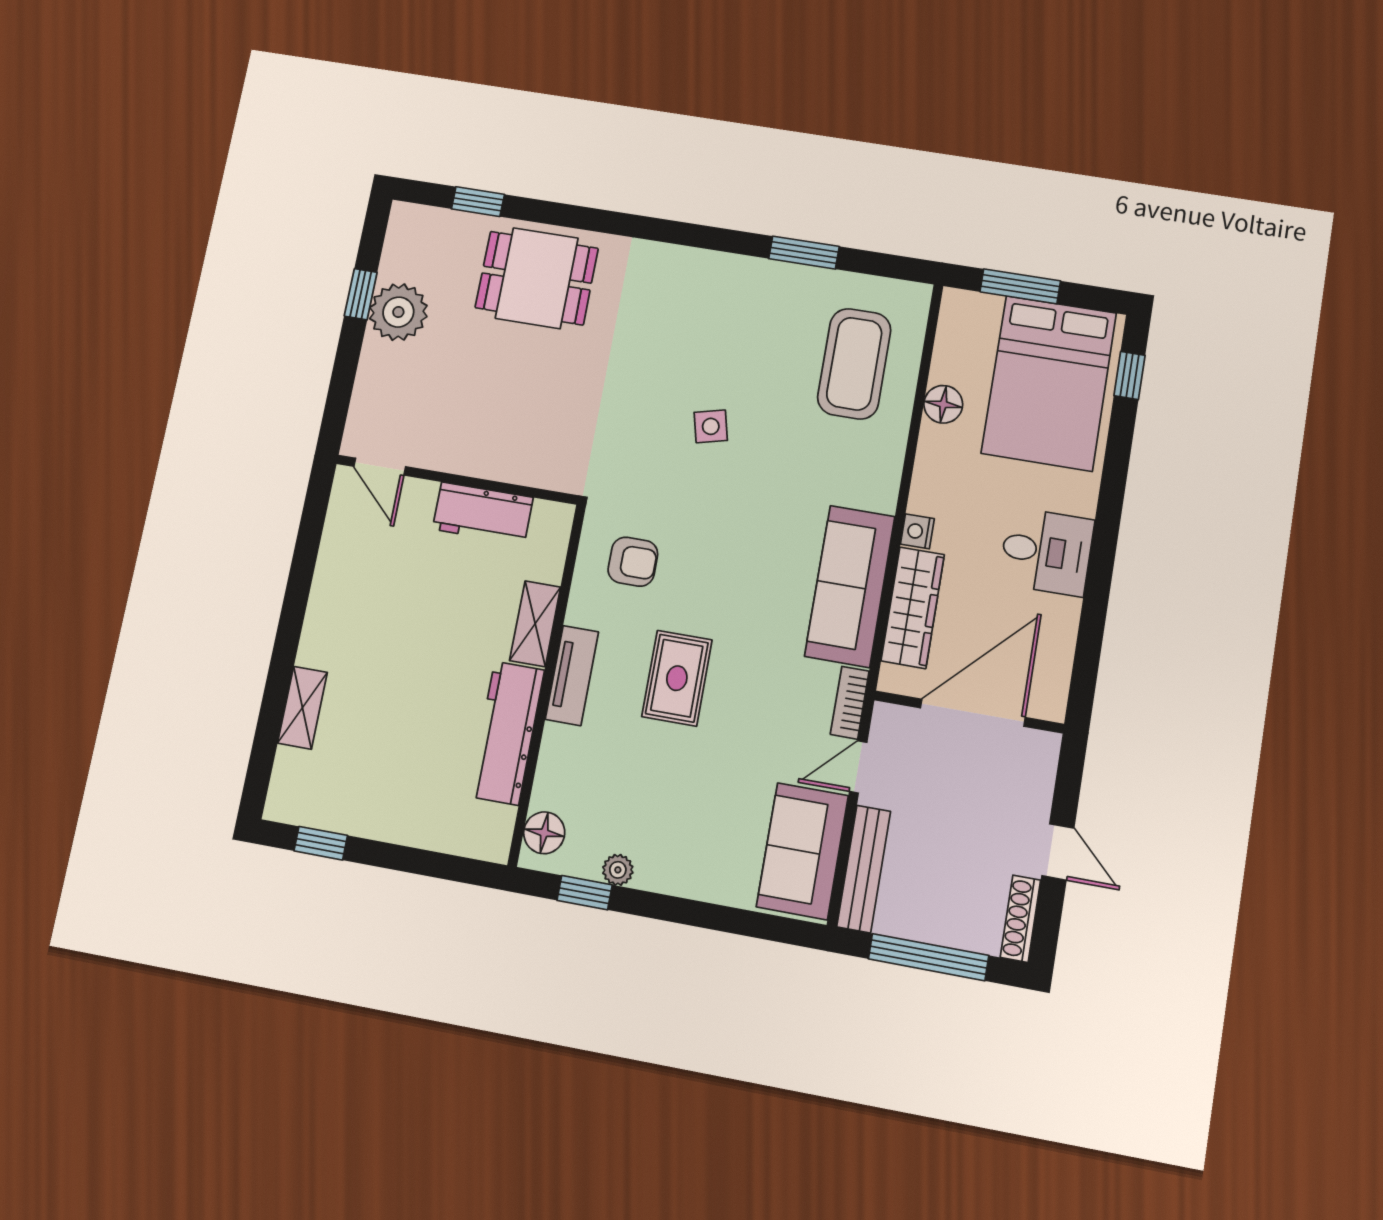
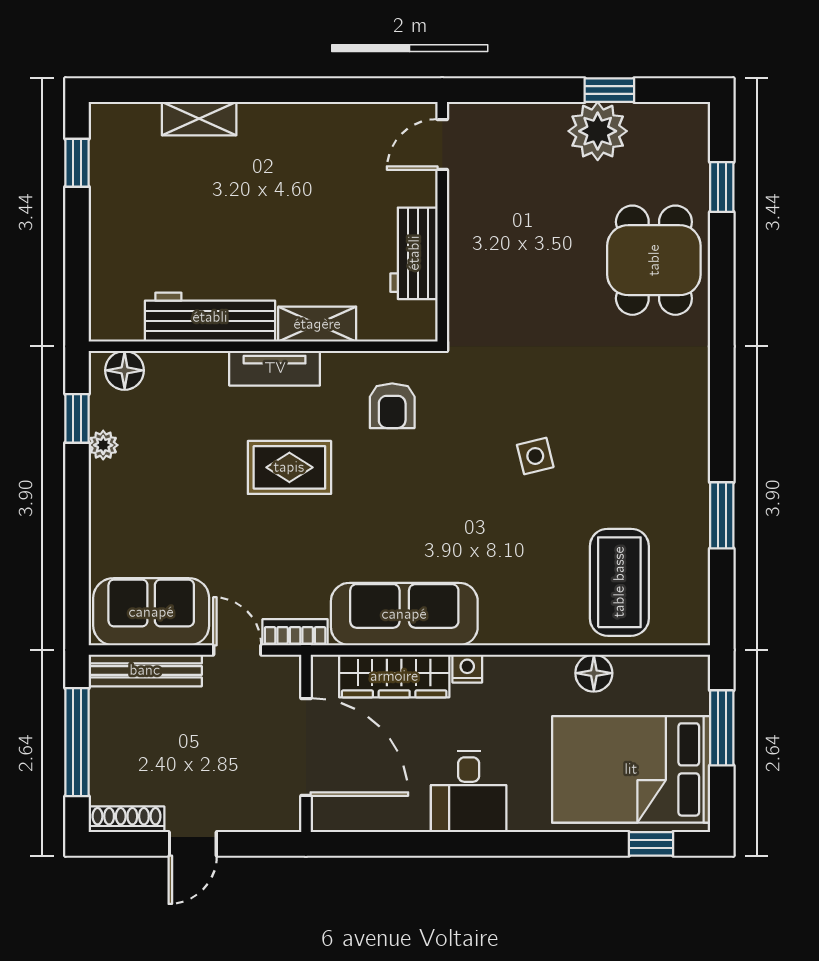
coffee table: (854, 364) -> (619, 582), turned 90

